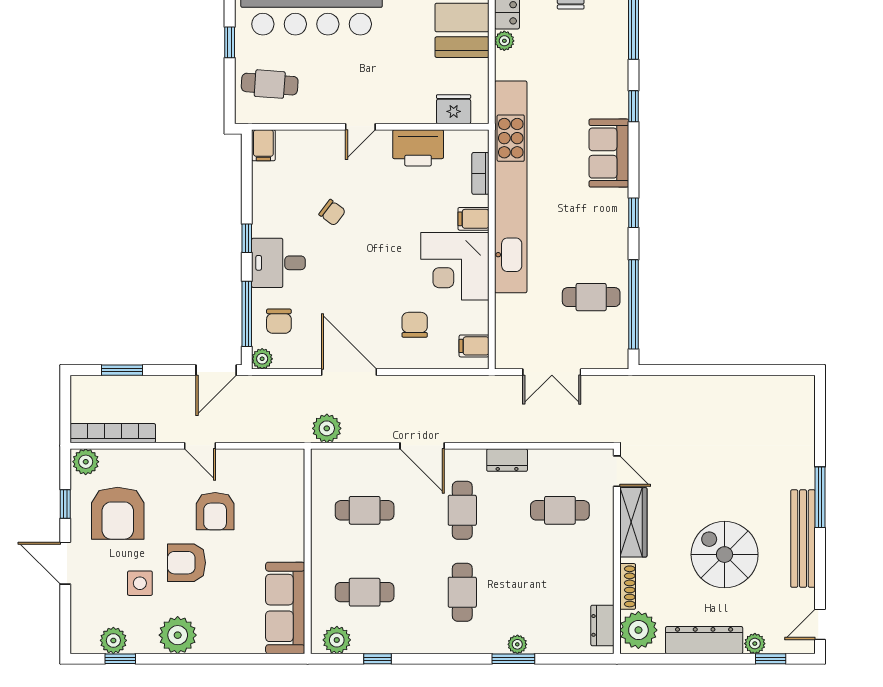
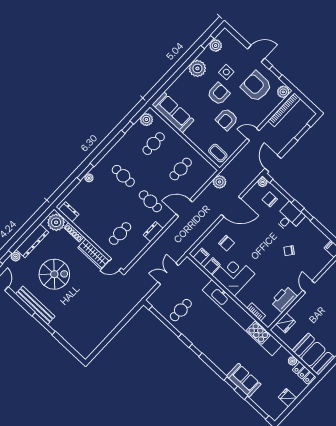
sofa: (609, 153) -> (244, 380), moved
filing cabinet: (473, 219) -> (212, 266), moved
coffee table: (283, 475) -> (218, 153), added
armchair: (215, 511) -> (227, 119), turned -90

